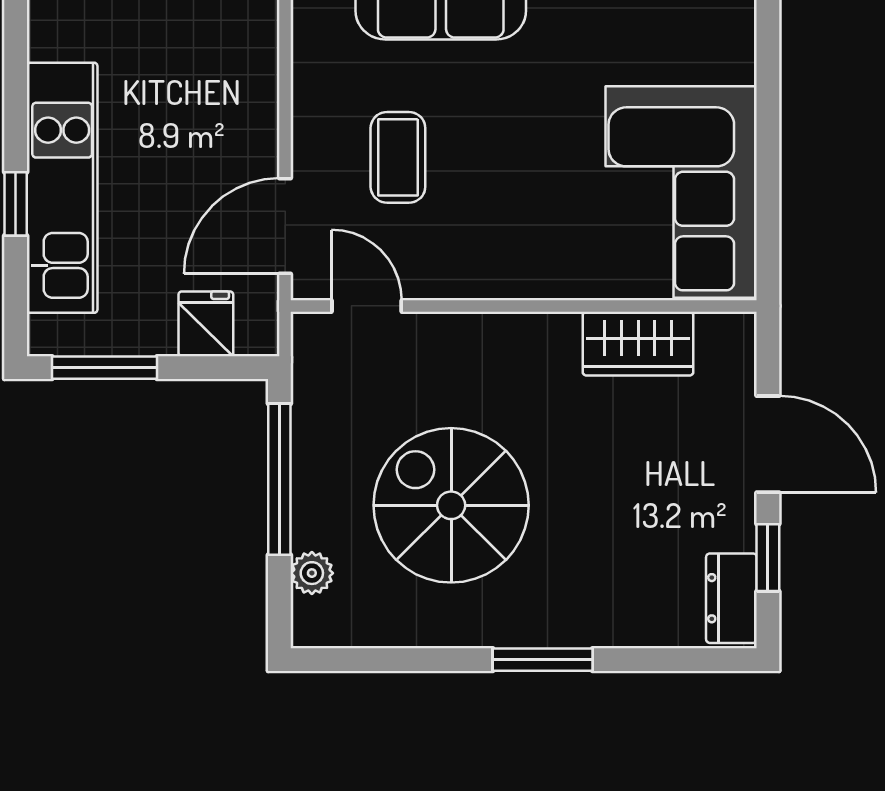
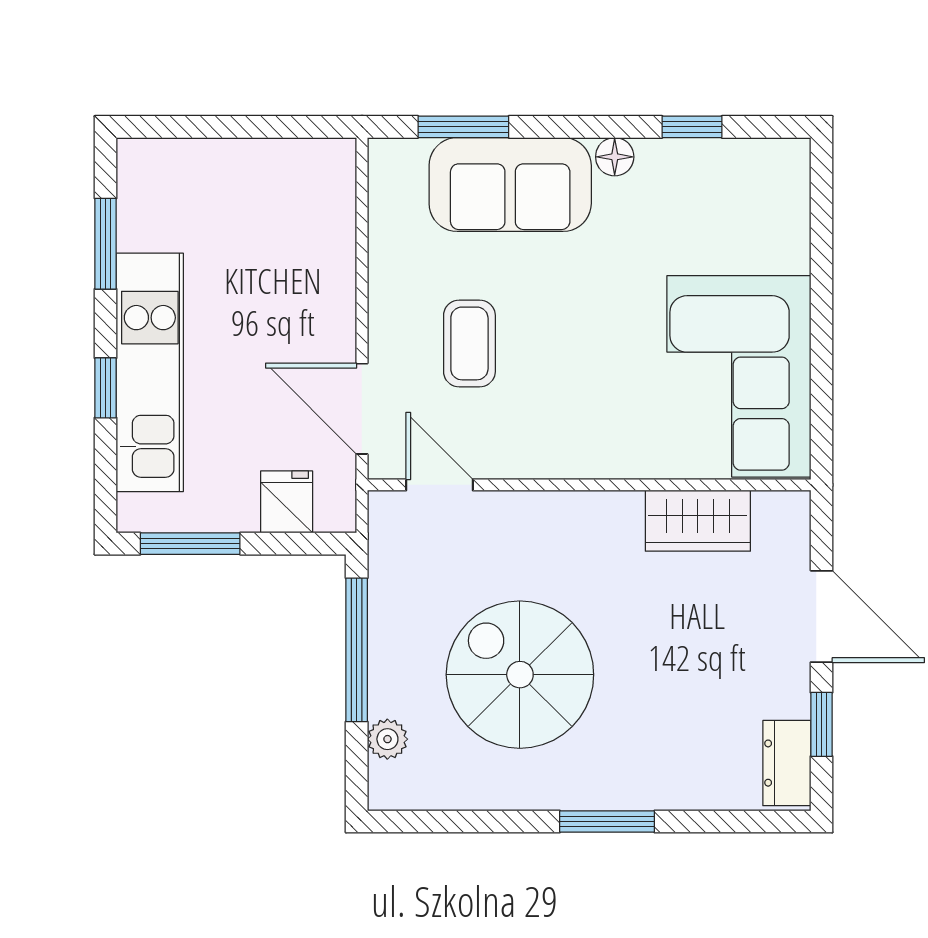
window: (16, 53) -> (106, 244), added
door: (285, 226) -> (362, 409), hinge flipped

